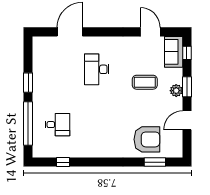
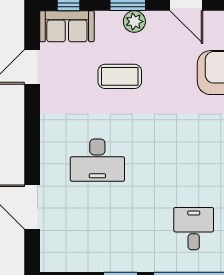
coffee table: (145, 82) -> (120, 76), turned 90

